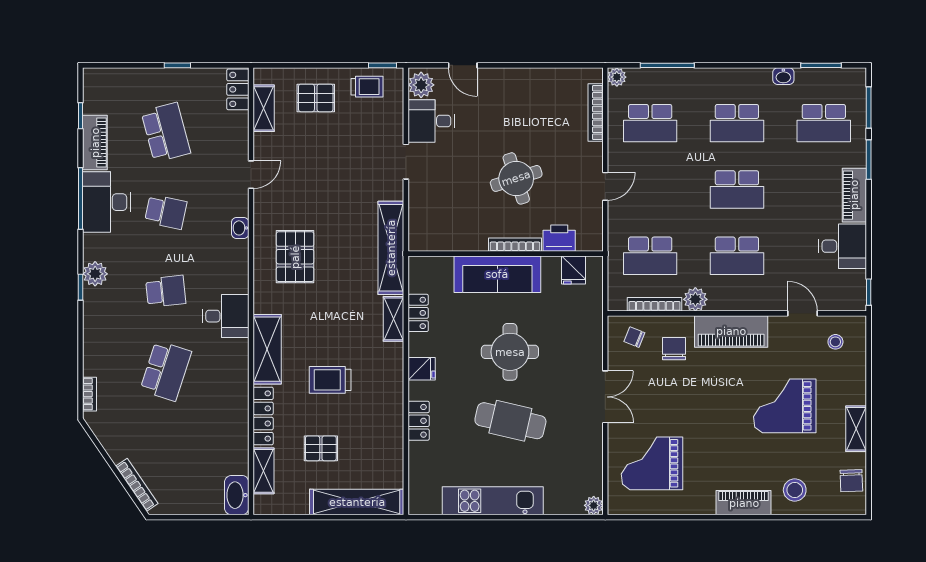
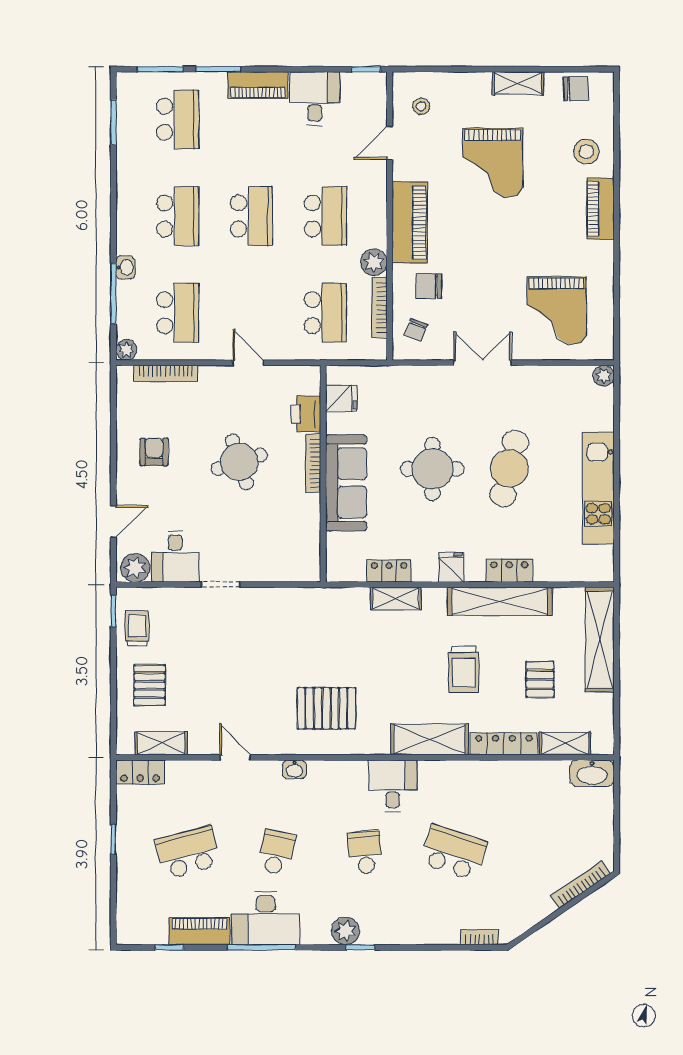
washbasin: (783, 76) -> (125, 267), moved
armchair: (525, 102) -> (154, 452), added
shelving: (391, 248) -> (500, 601), moved

